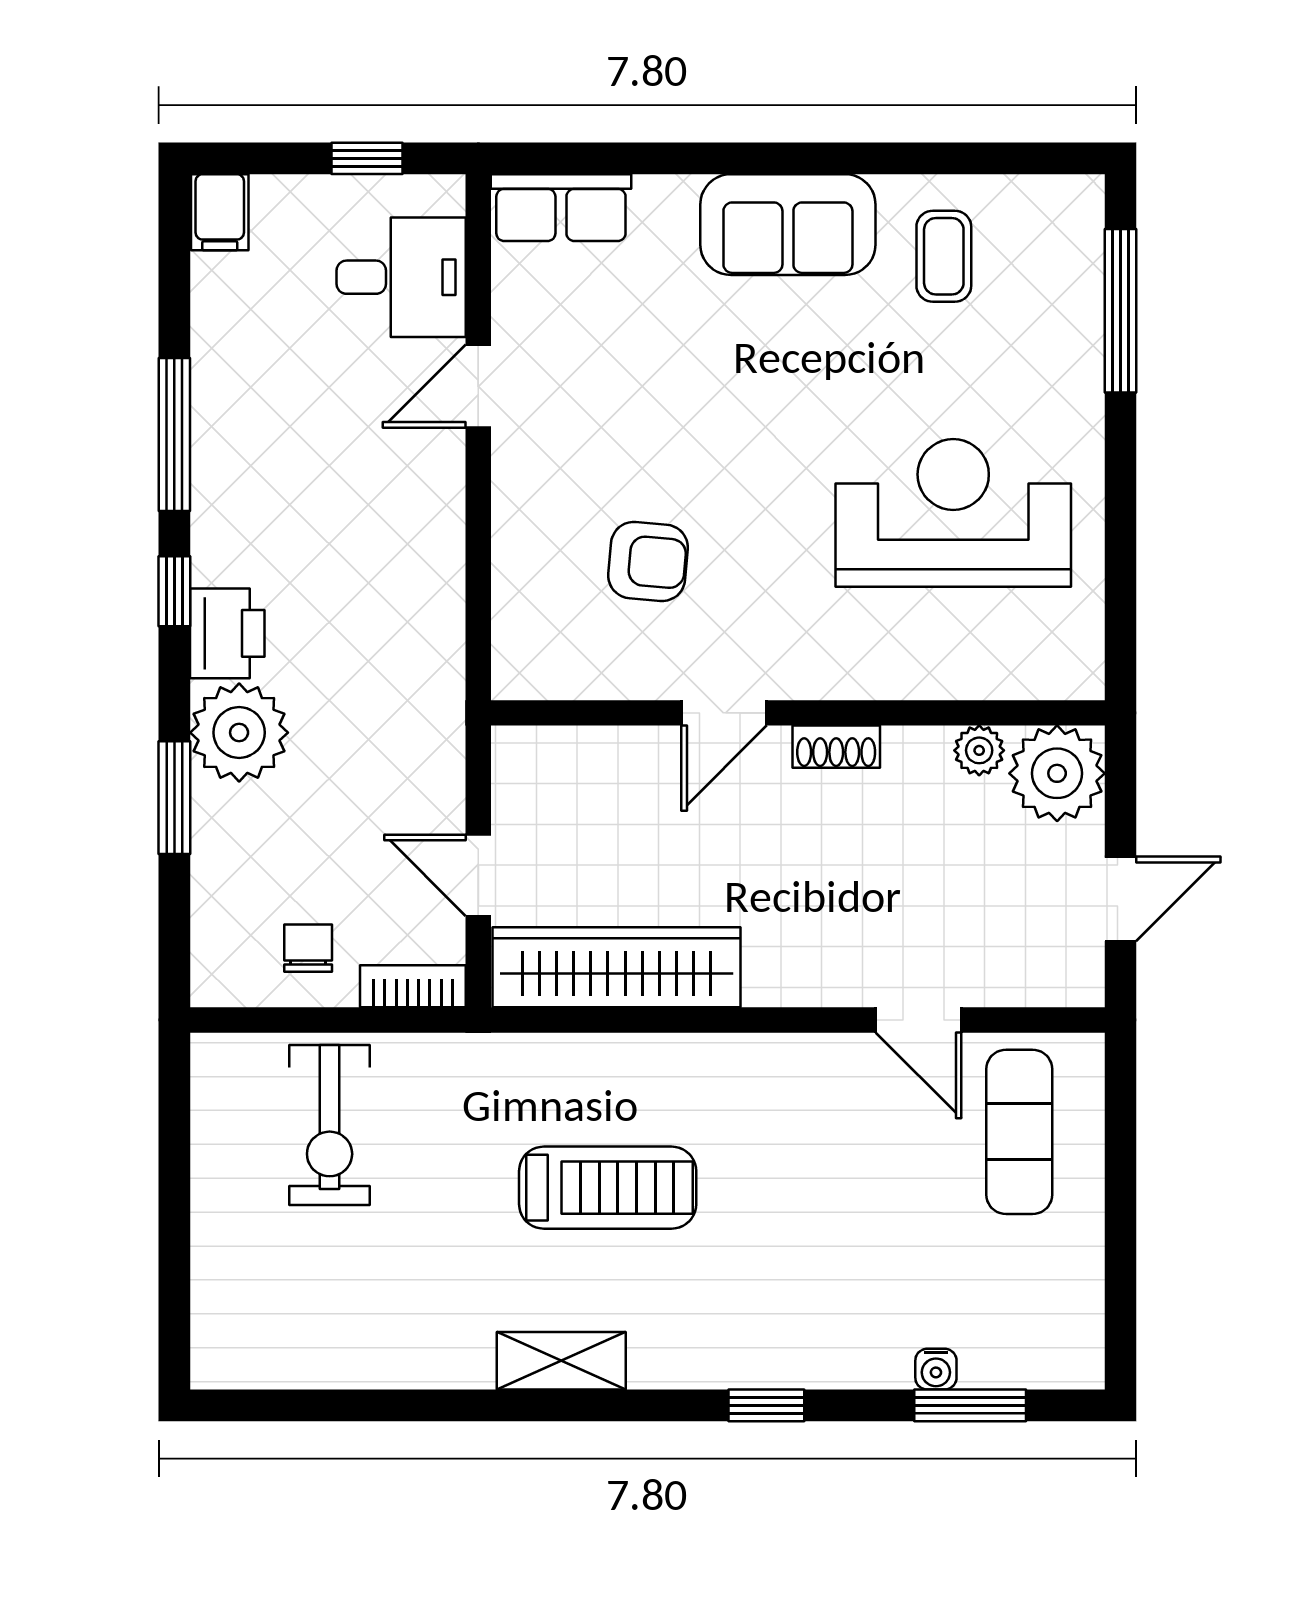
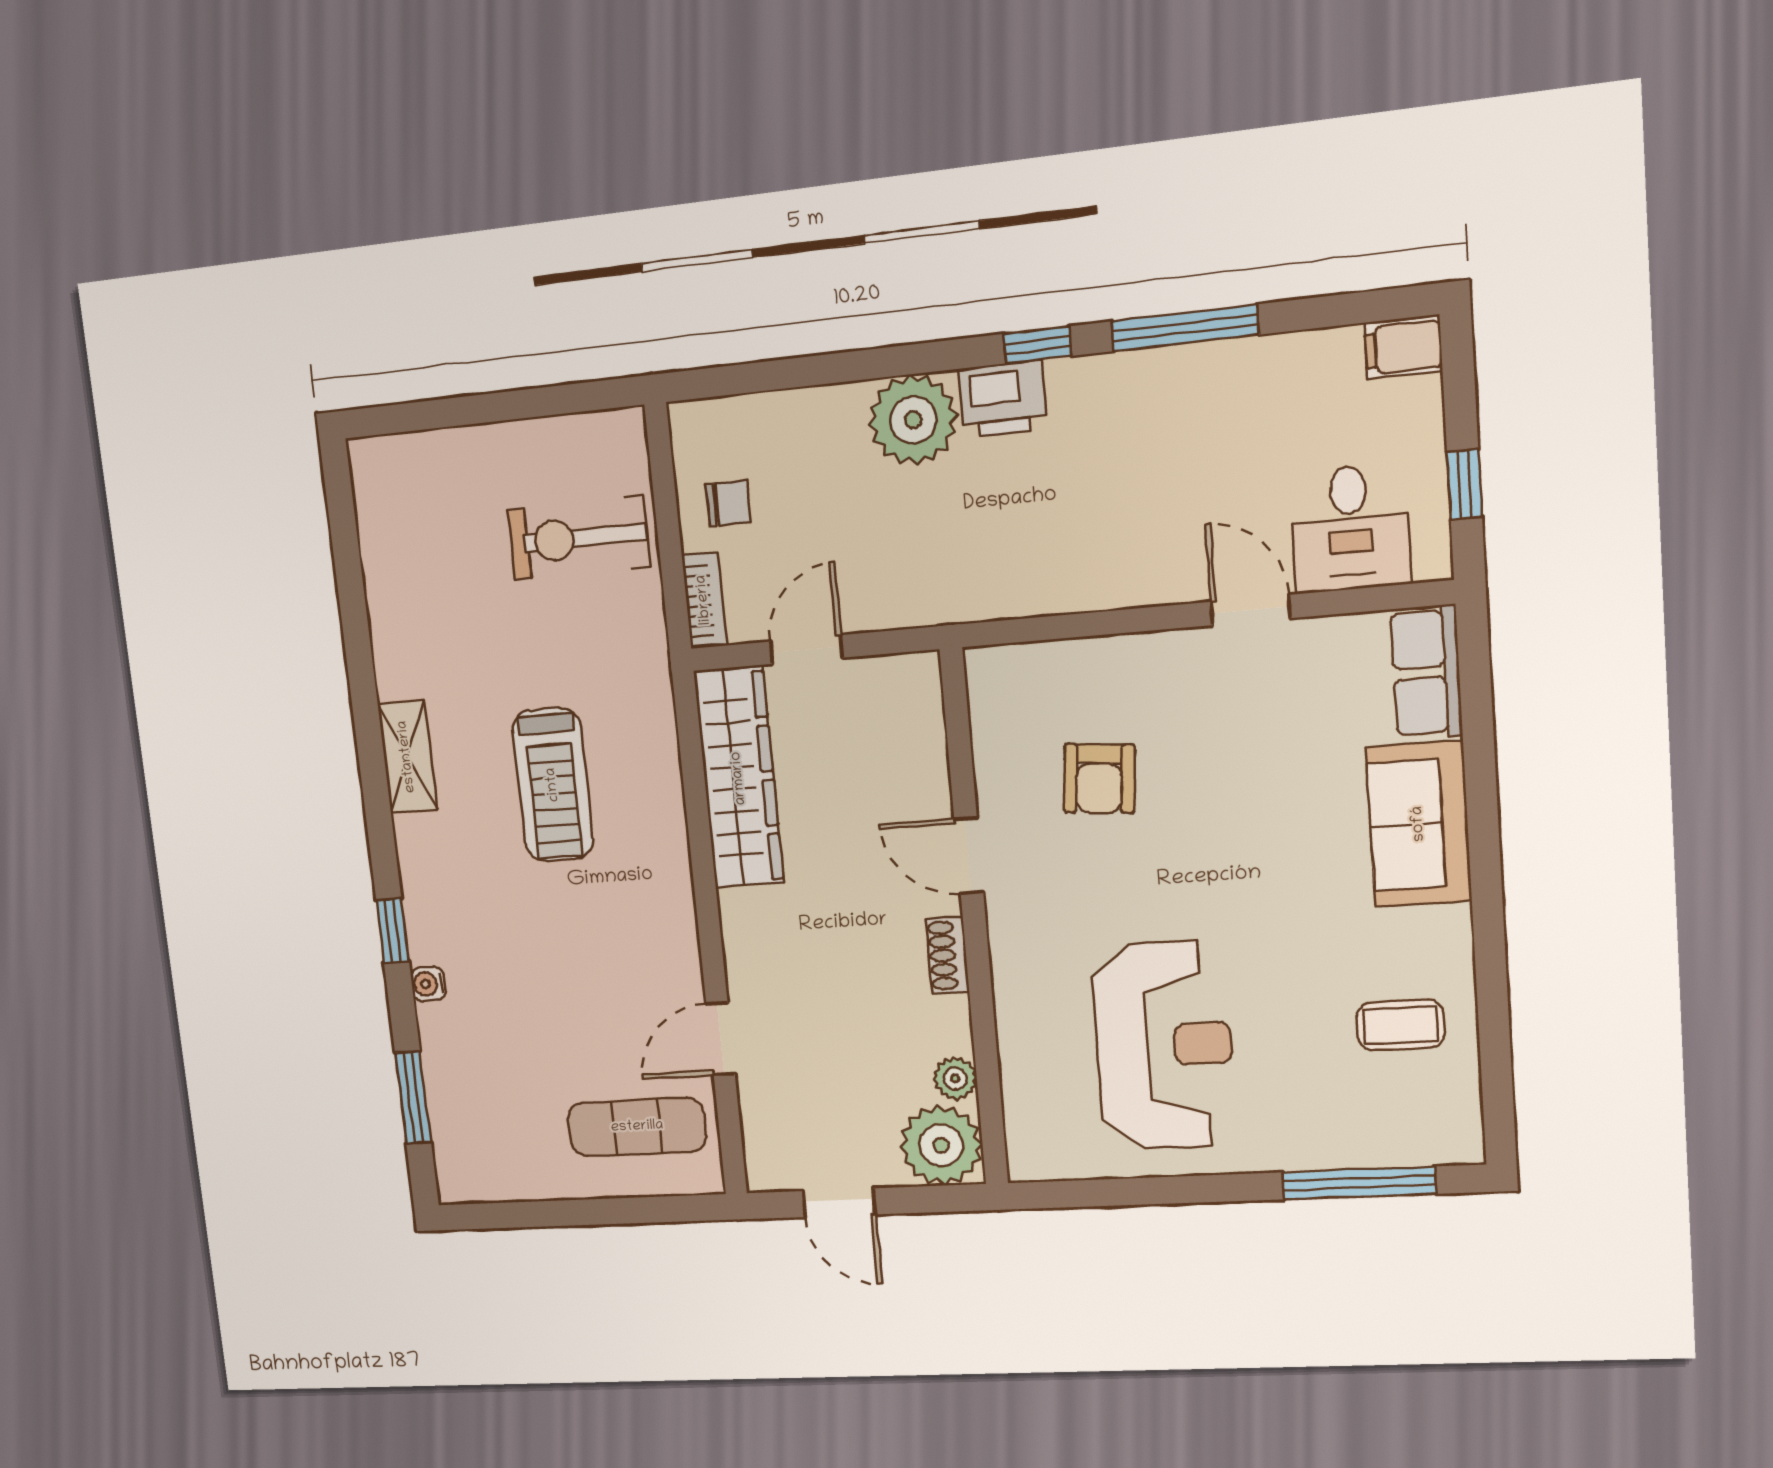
sofa: (788, 225) -> (1419, 824), moved
window: (174, 798) -> (849, 367), removed
water cooler: (936, 1369) -> (428, 984), moved

